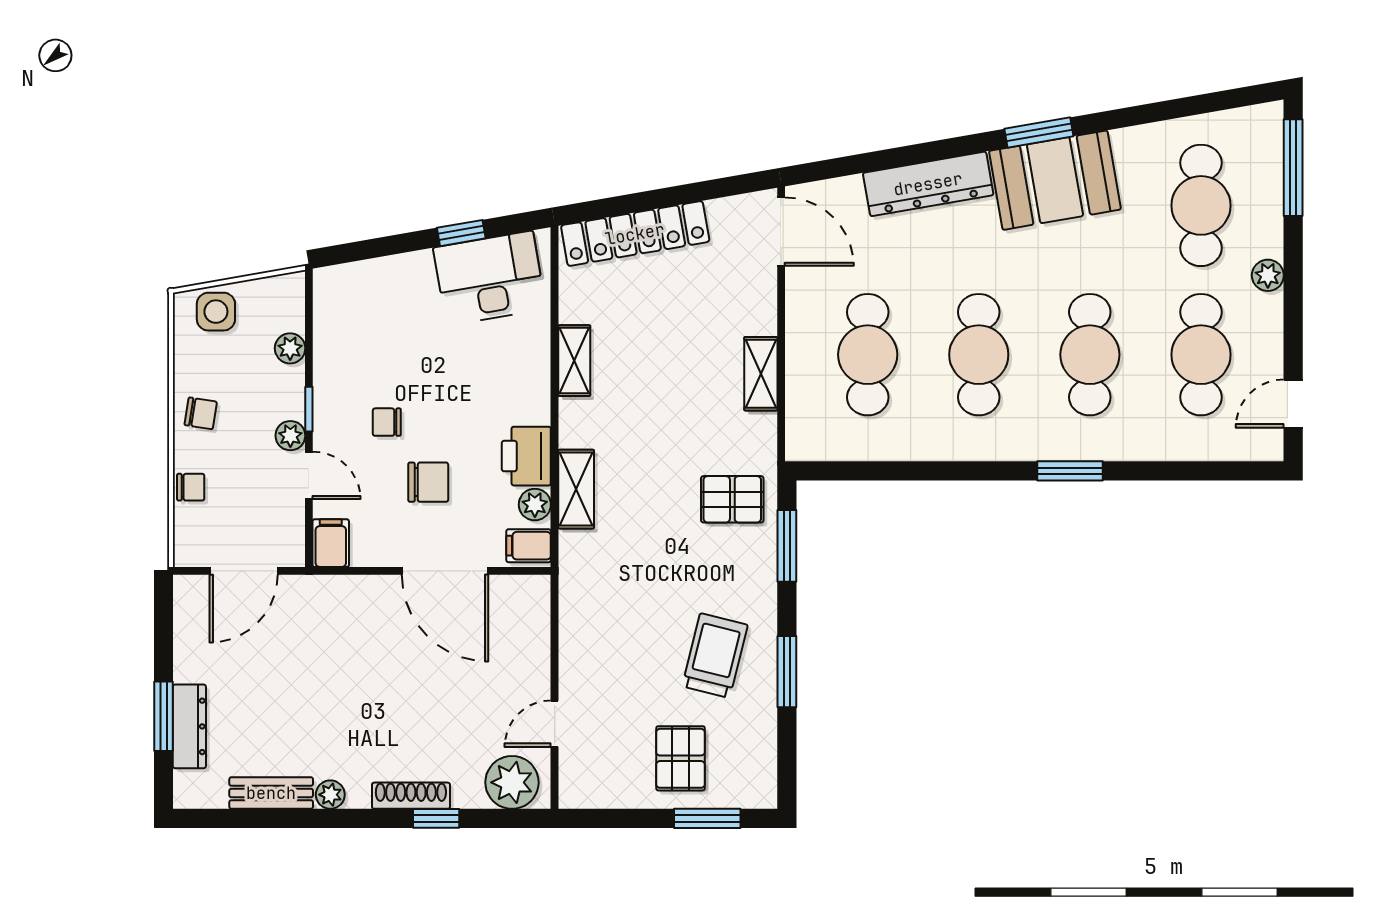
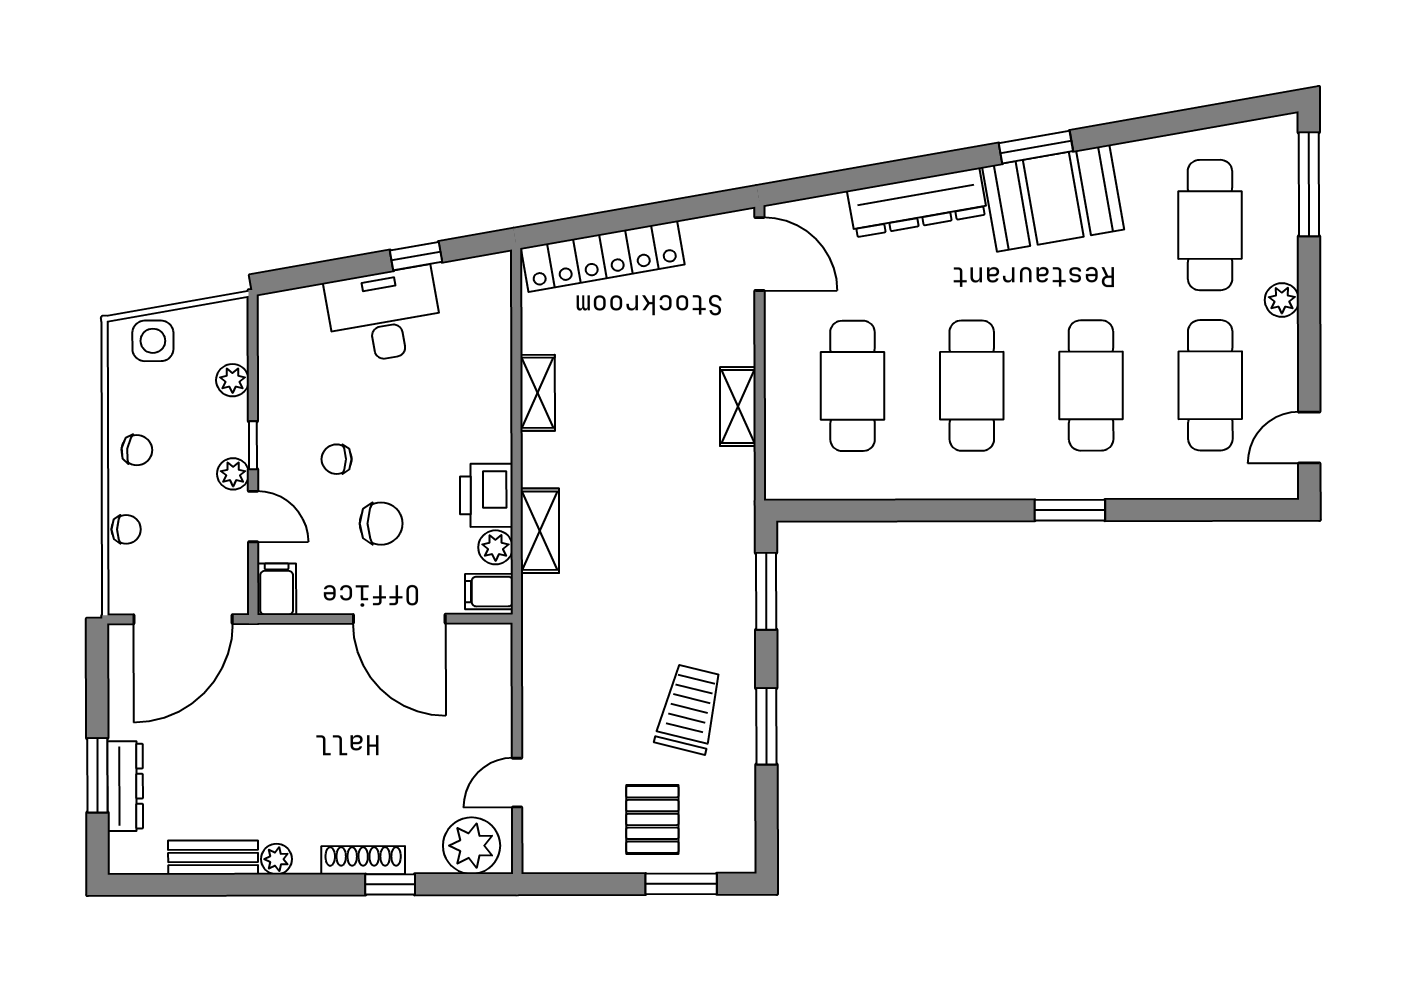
desk: (490, 278) -> (384, 315), moved
pallet: (732, 499) -> (707, 541), removed
door: (244, 571) -> (183, 619), width x1.36

